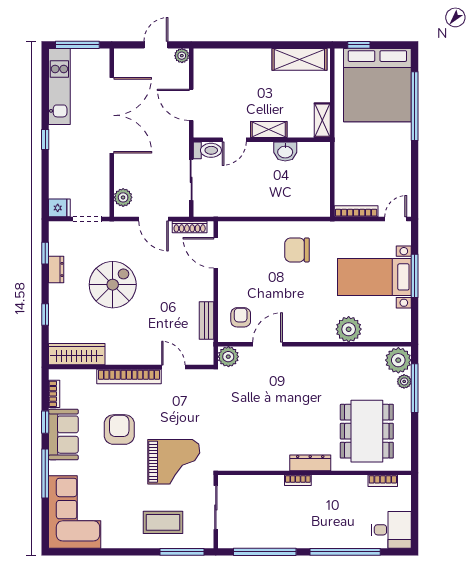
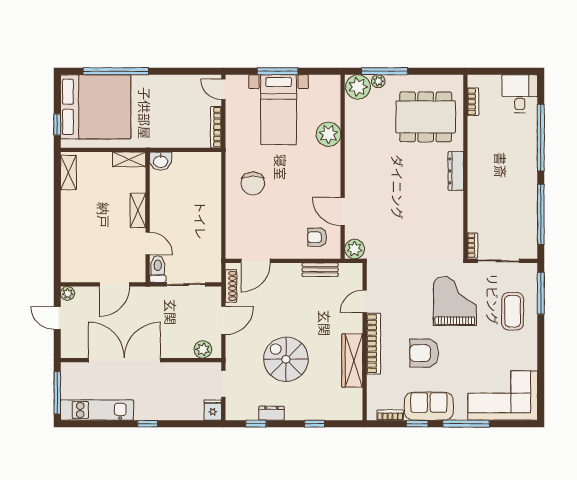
shelving: (299, 59) -> (68, 172), width x0.67, depth x0.75
washbasin: (285, 151) -> (161, 161), moved, turned 90
wardrobe: (77, 354) -> (352, 361), moved
bookcase: (298, 480) -> (473, 245), moved

